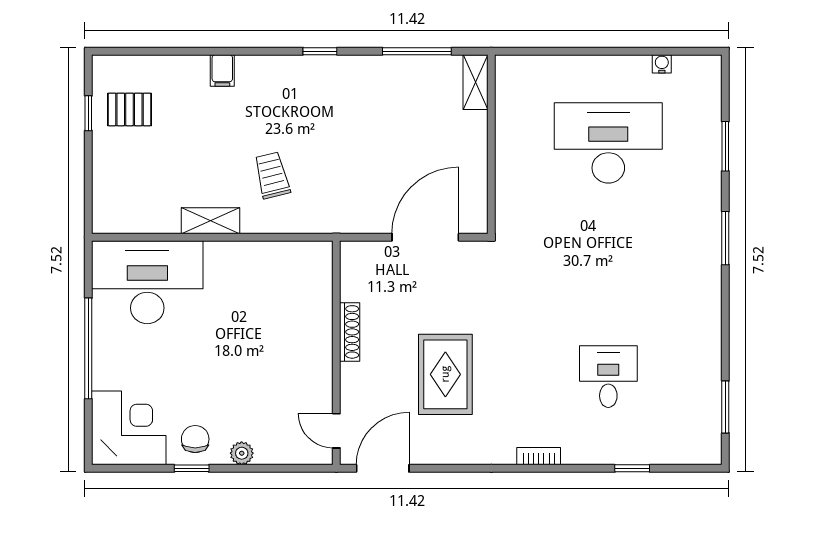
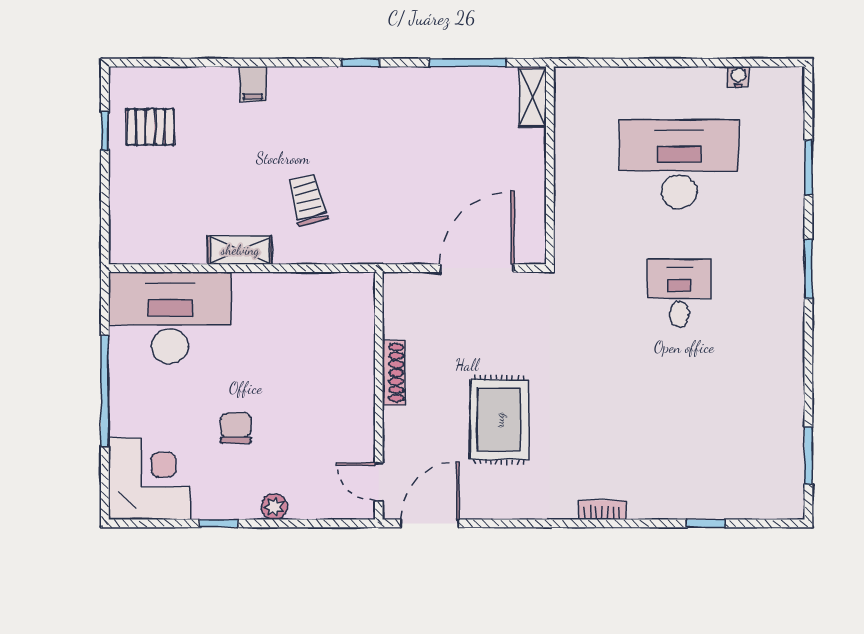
desk: (608, 377) -> (679, 293), moved
chair: (195, 439) -> (236, 428), moved

